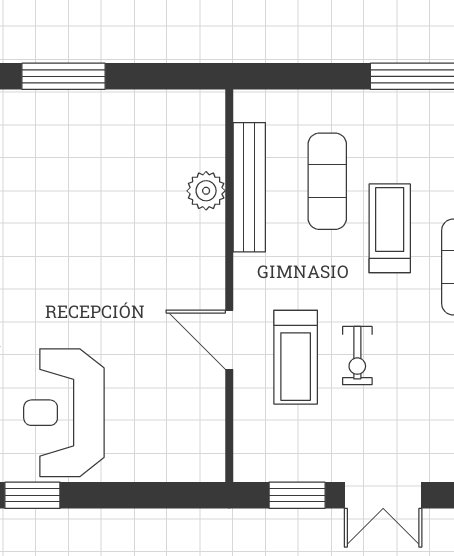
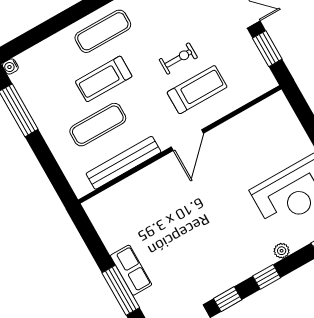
row of seats: (84, 108) -> (131, 270), added
plant: (206, 191) -> (138, 184), removed
door: (229, 340) -> (187, 140), moved

